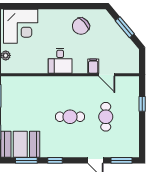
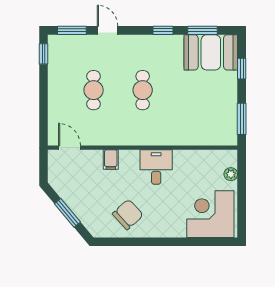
door: (107, 75) -> (69, 148), moved
window: (142, 104) -> (44, 54), moved
cafe table: (70, 117) -> (143, 90), turned 90

